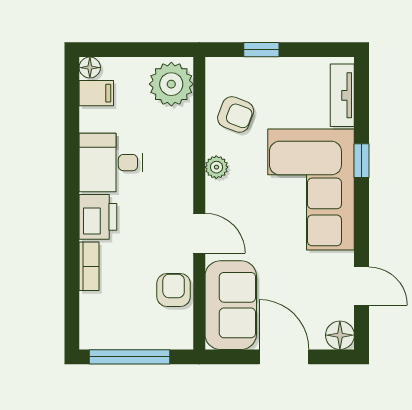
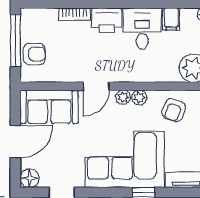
filing cabinet: (96, 93) -> (171, 19), moved
plant: (216, 192) -> (123, 97), added
armchair: (174, 290) -> (34, 54), moved

